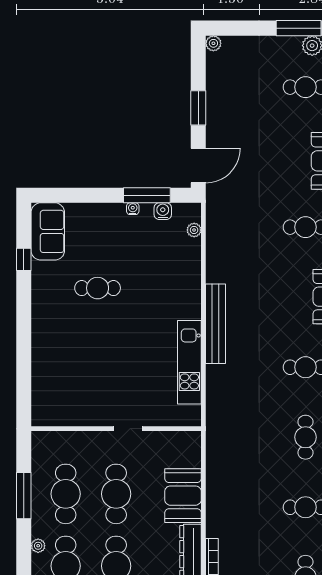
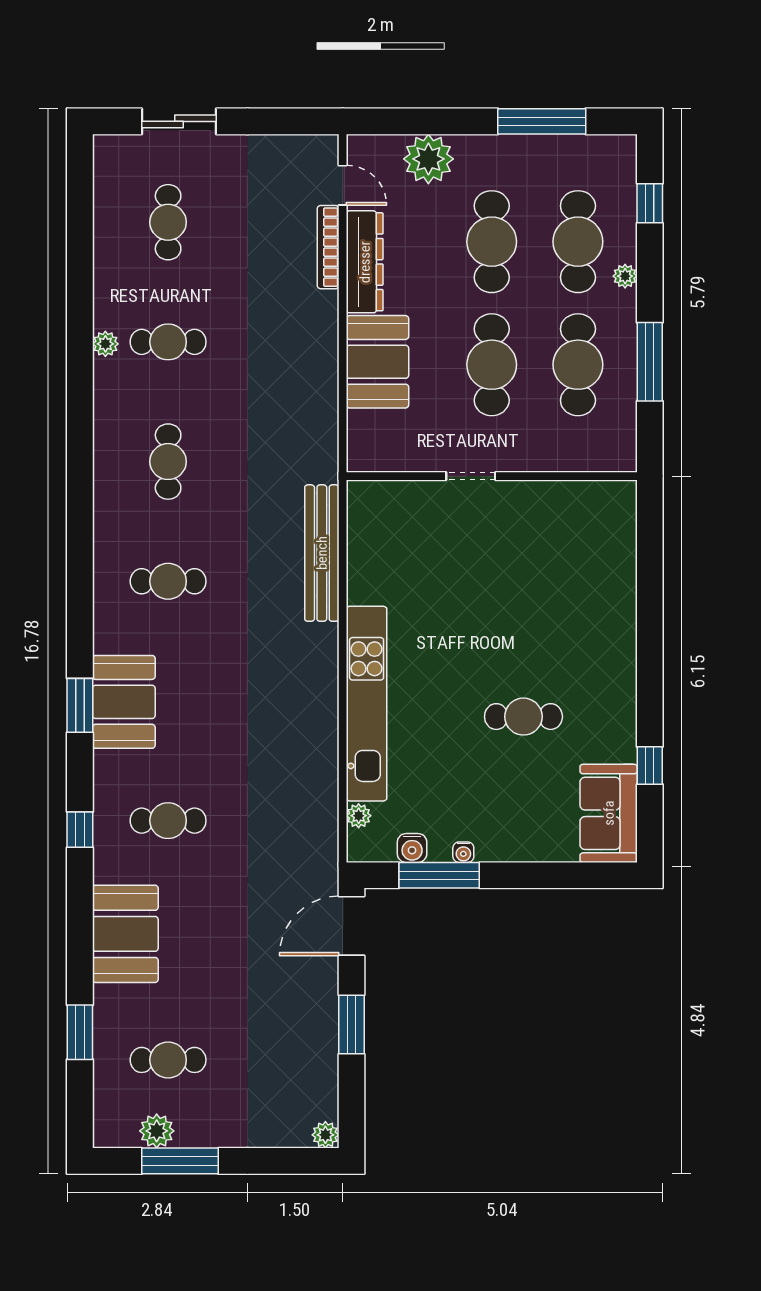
bench: (216, 324) -> (322, 553), moved
kitchen unit: (189, 362) -> (367, 704), moved, width x1.36

